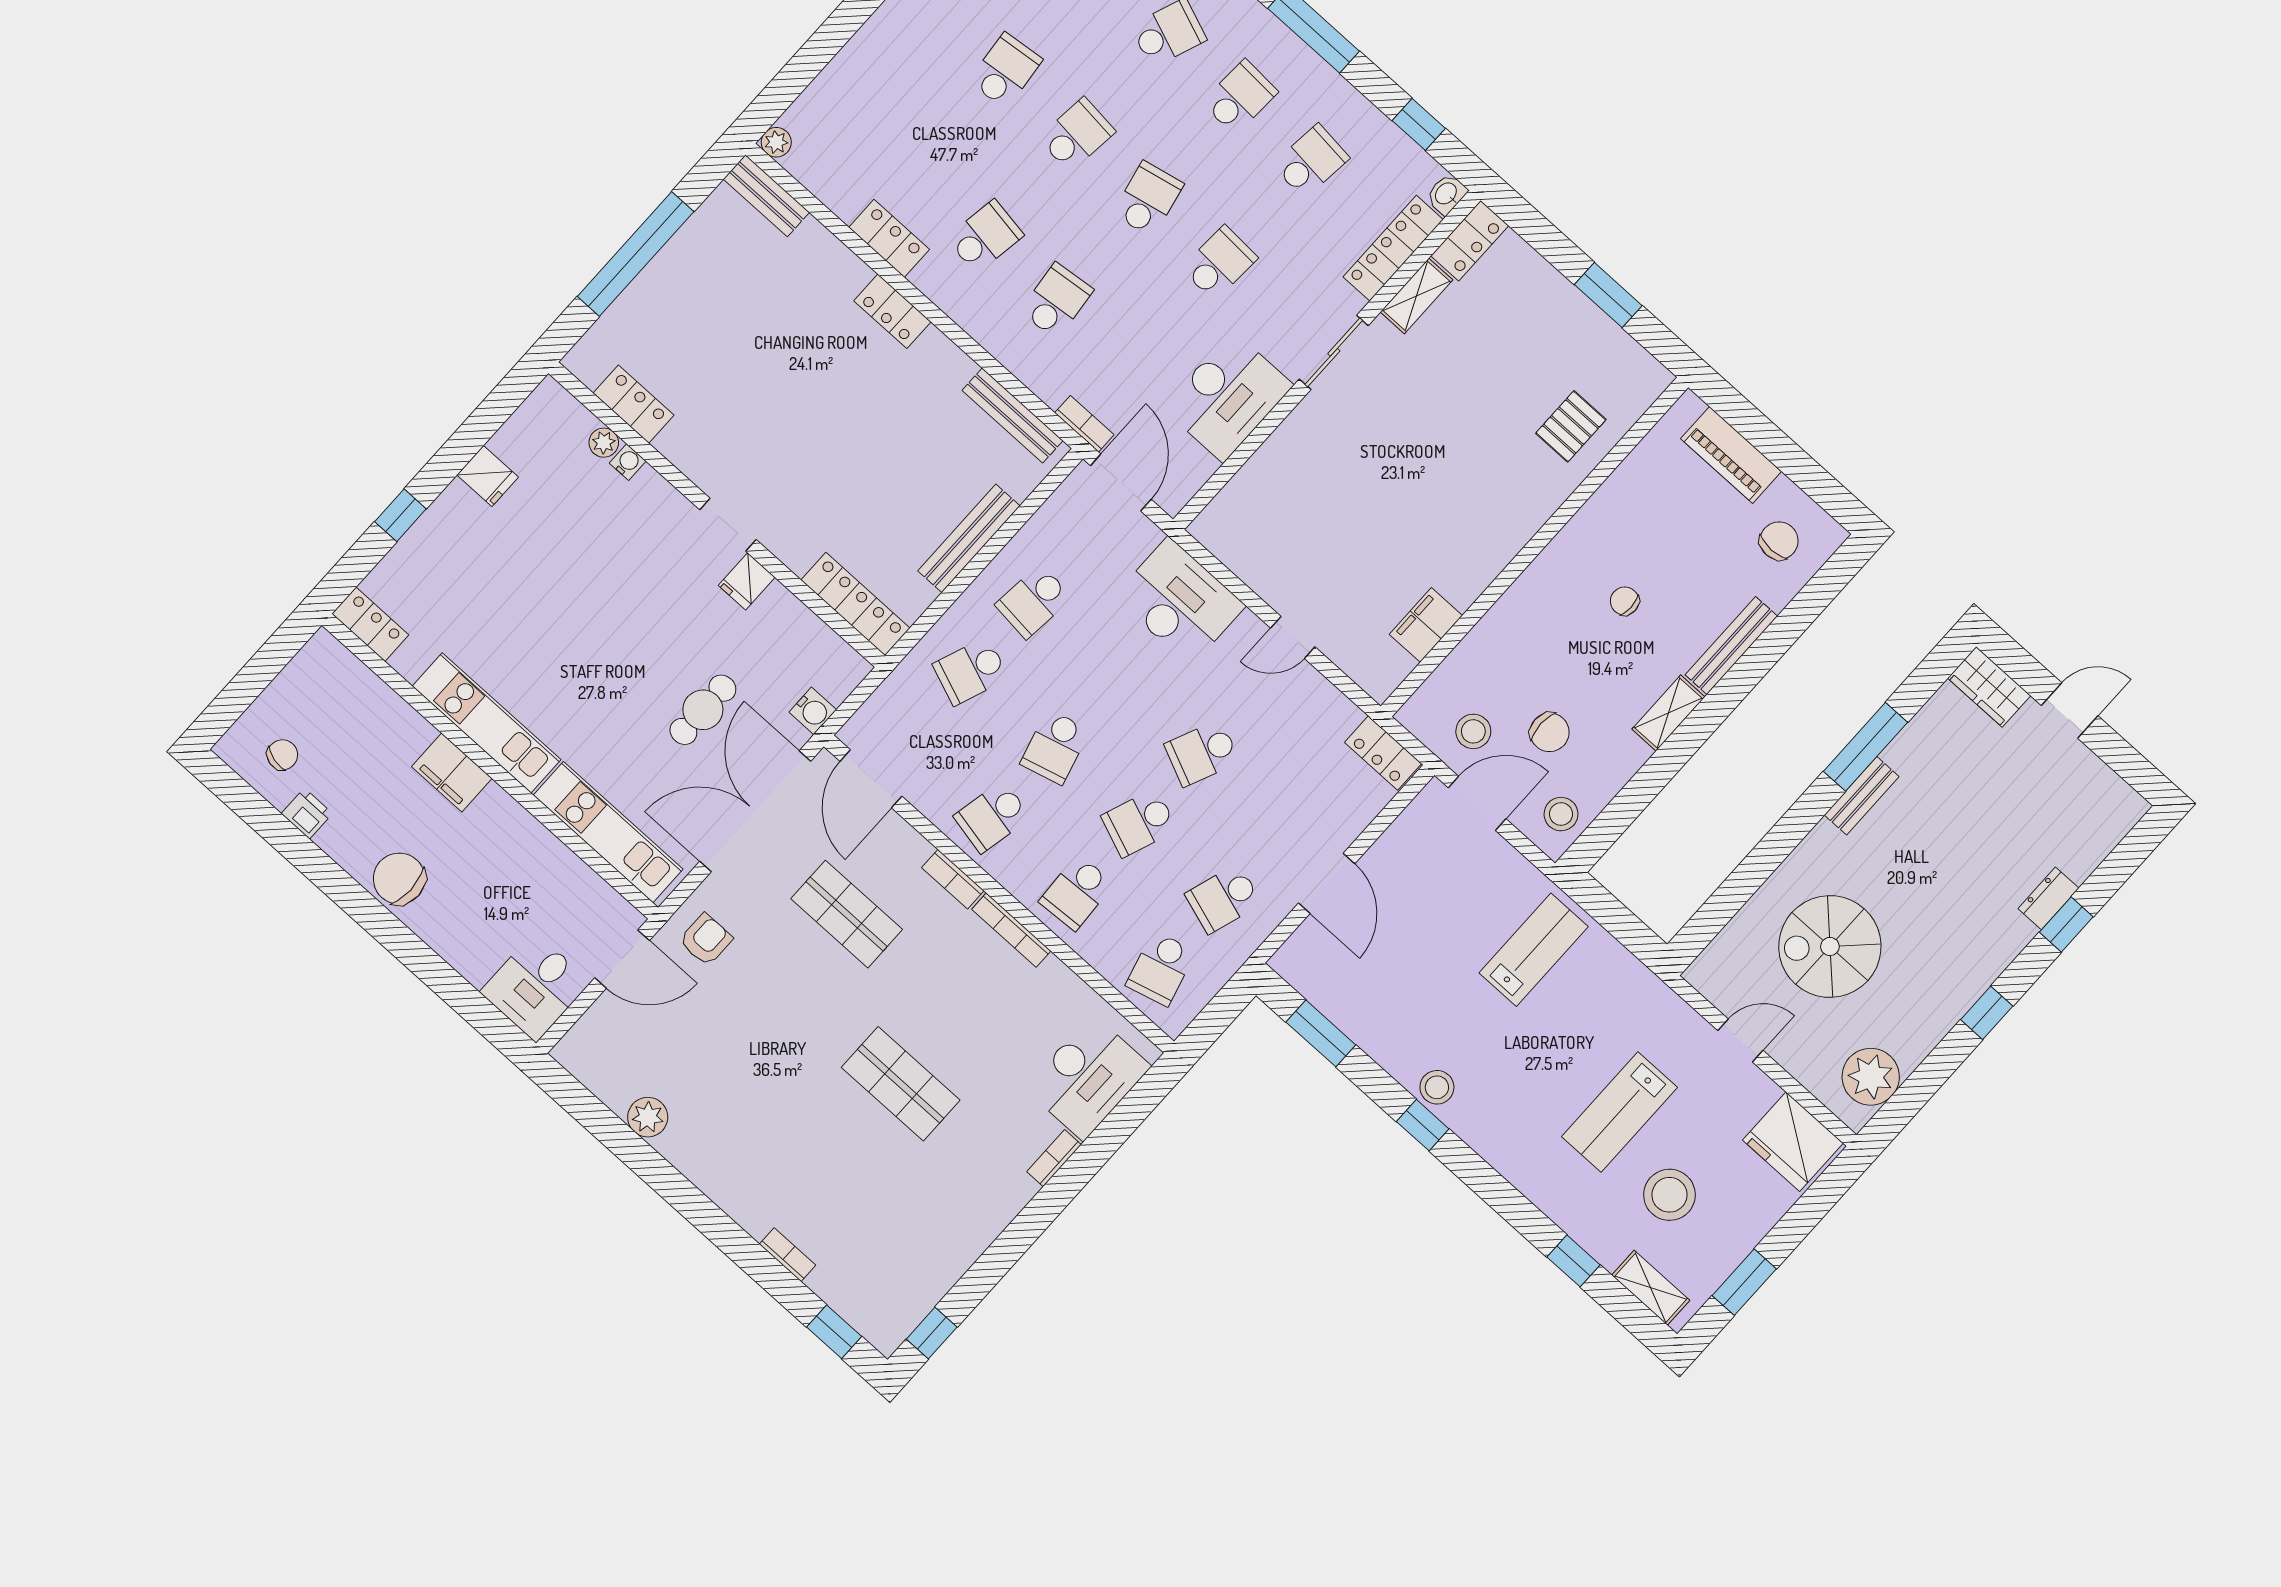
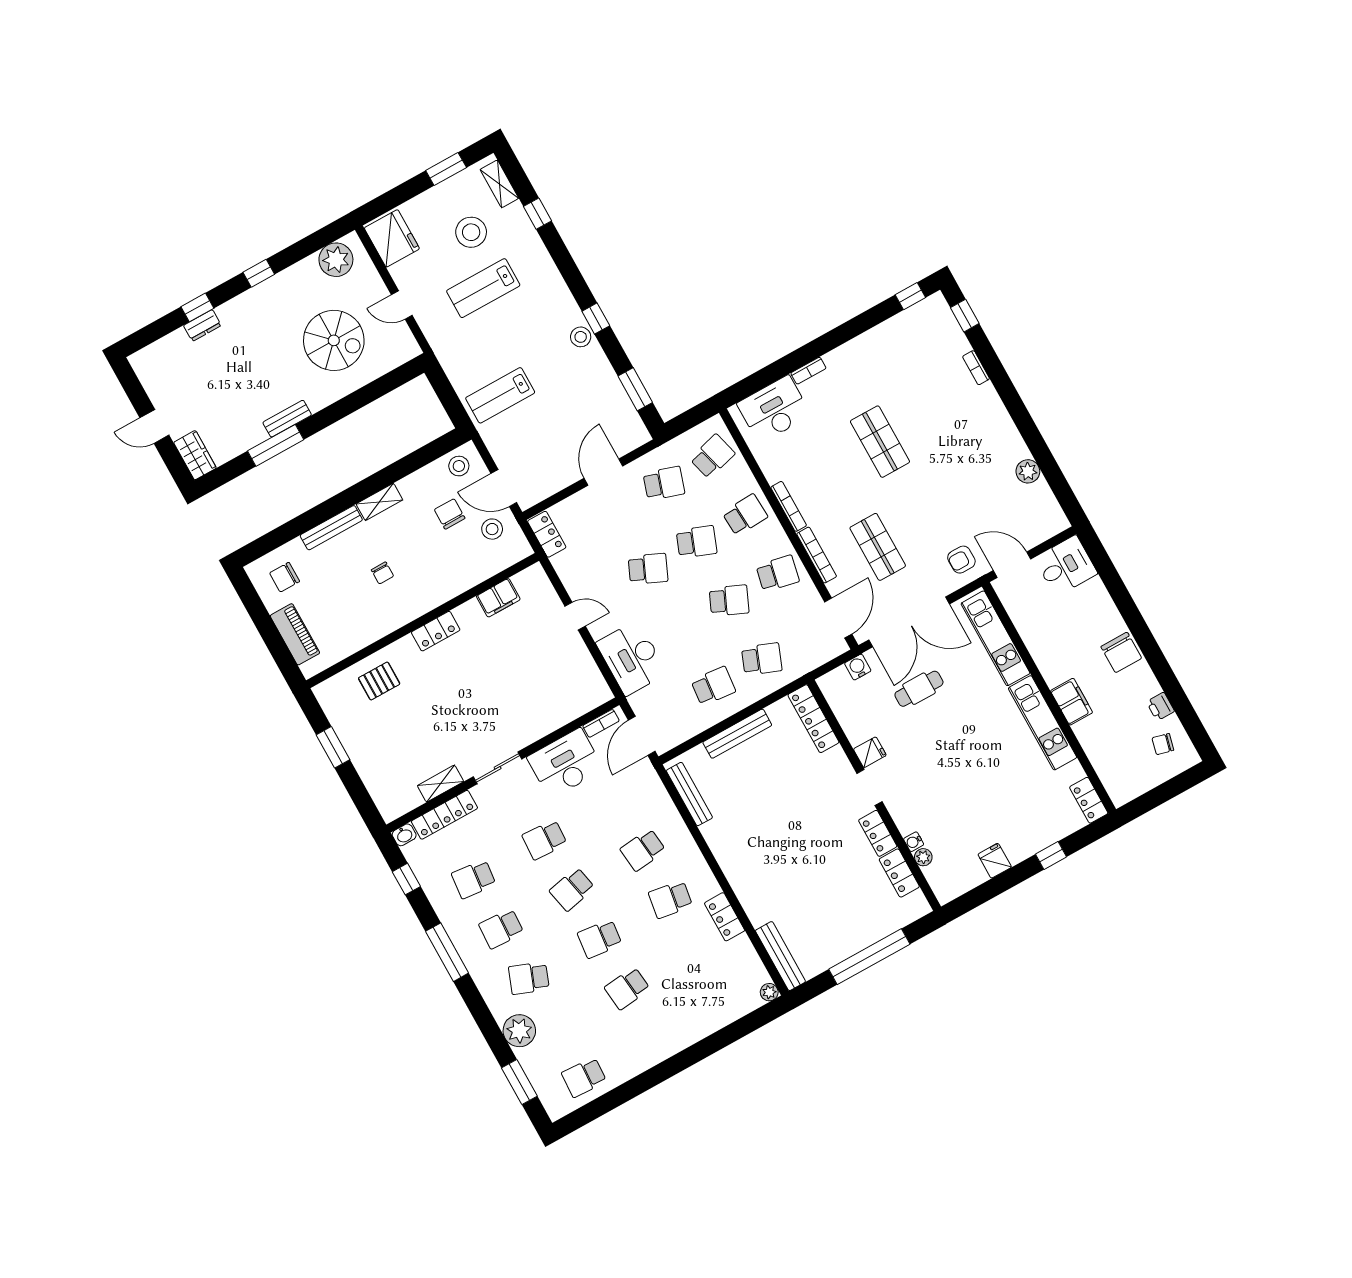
bench: (766, 196) -> (780, 956), width x1.36
locker: (1470, 241) -> (436, 631), moved, turned 180
locker: (892, 311) -> (878, 833), moved, turned 180
bookcase: (1084, 424) -> (601, 723), moved, turned -90
school desk: (1055, 747) -> (729, 600), turned 39
bookcase: (953, 879) -> (817, 555), width x1.56
lab bench: (1619, 1112) -> (483, 288), turned 180

